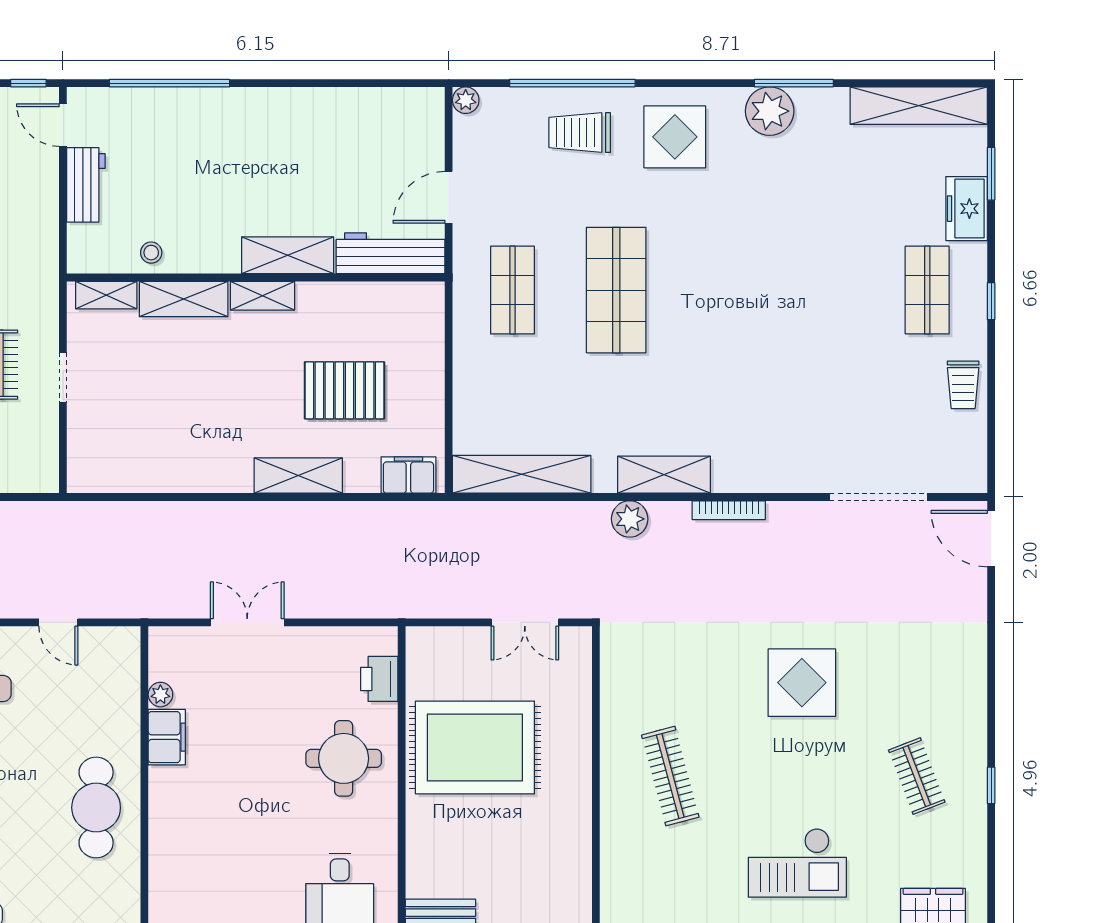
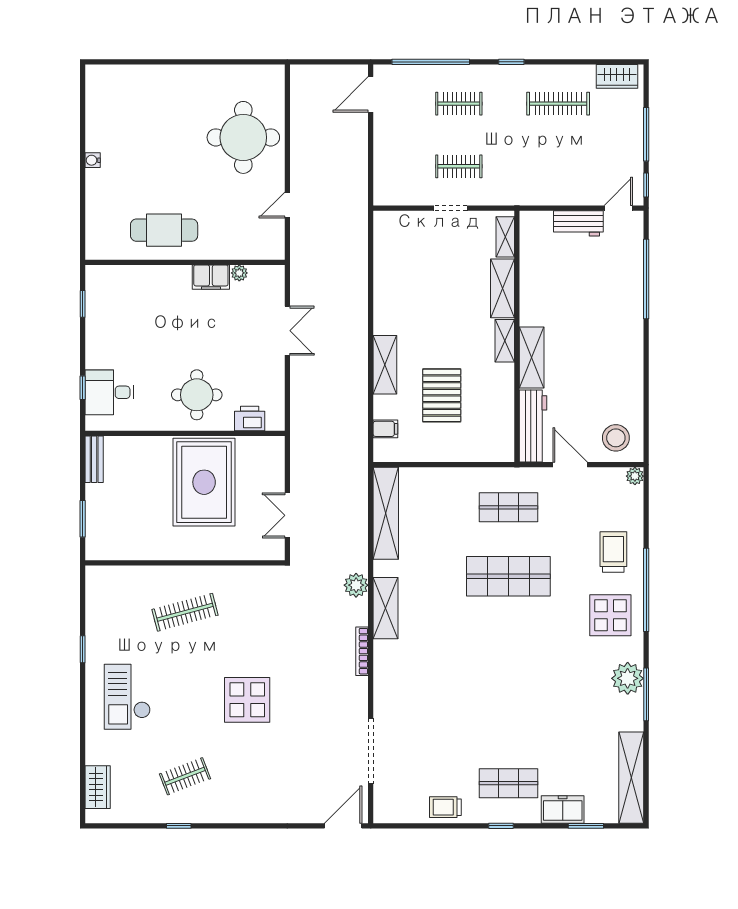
window: (572, 83) -> (646, 590), moved
stool: (151, 253) -> (616, 438), moved, width x1.89, depth x1.89
filing cabinet: (408, 475) -> (385, 429), width x0.50

